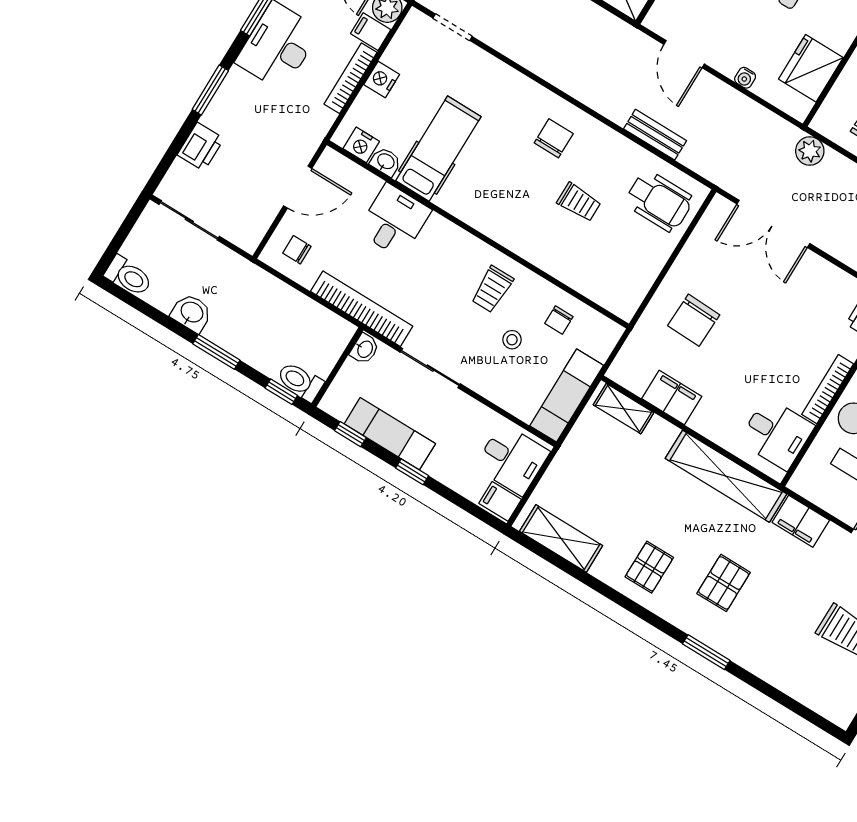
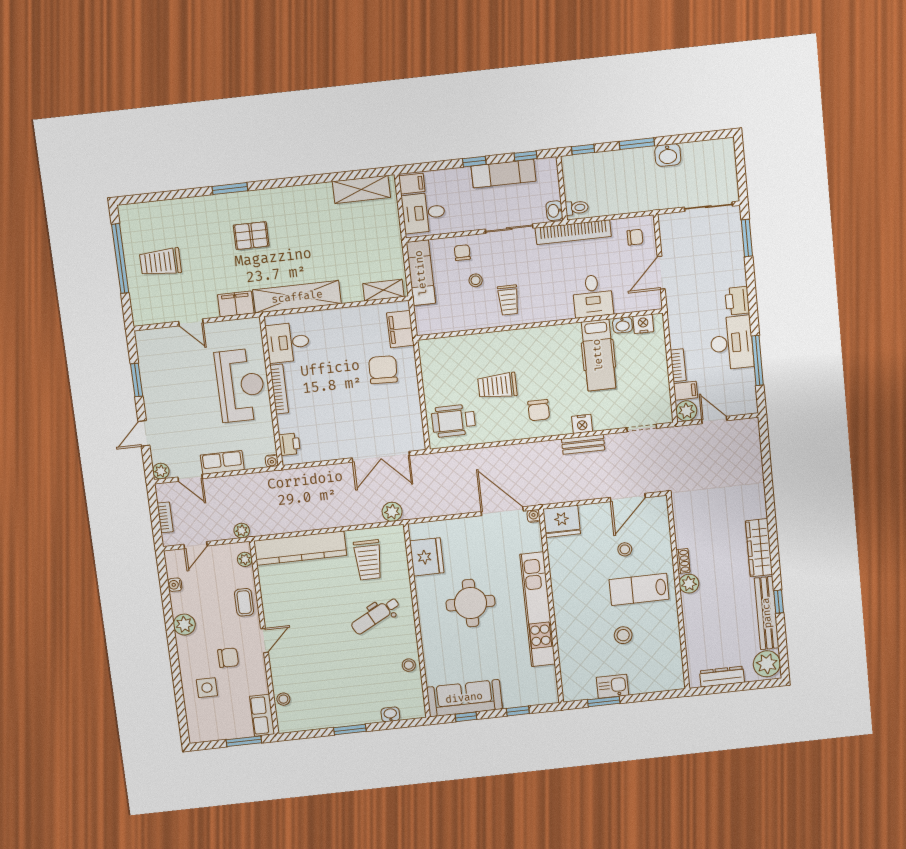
door: (684, 54) -> (502, 511), width x1.36
bookcase: (350, 78) -> (678, 365), width x0.64
water cooler: (745, 78) -> (534, 516), moved
nightstand: (382, 79) -> (582, 424), moved, turned 90
window: (210, 90) -> (747, 238), moved
bench: (655, 135) -> (583, 444), moved
printer: (201, 147) -> (737, 301), moved
trolley: (579, 202) -> (497, 386), width x1.36, depth x1.39
double door: (773, 224) -> (381, 457), swing flipped
toilet: (128, 276) -> (719, 148), removed
trolley: (492, 289) -> (508, 300), turned 180
chair: (559, 320) -> (462, 253), moved
toilet: (300, 382) -> (577, 208), moved, width x0.73, depth x0.72
filing cabinet: (672, 398) -> (400, 329), moved, turned 90
pallet: (649, 567) -> (299, 212), removed
pallet: (724, 583) -> (251, 236), turned 90

